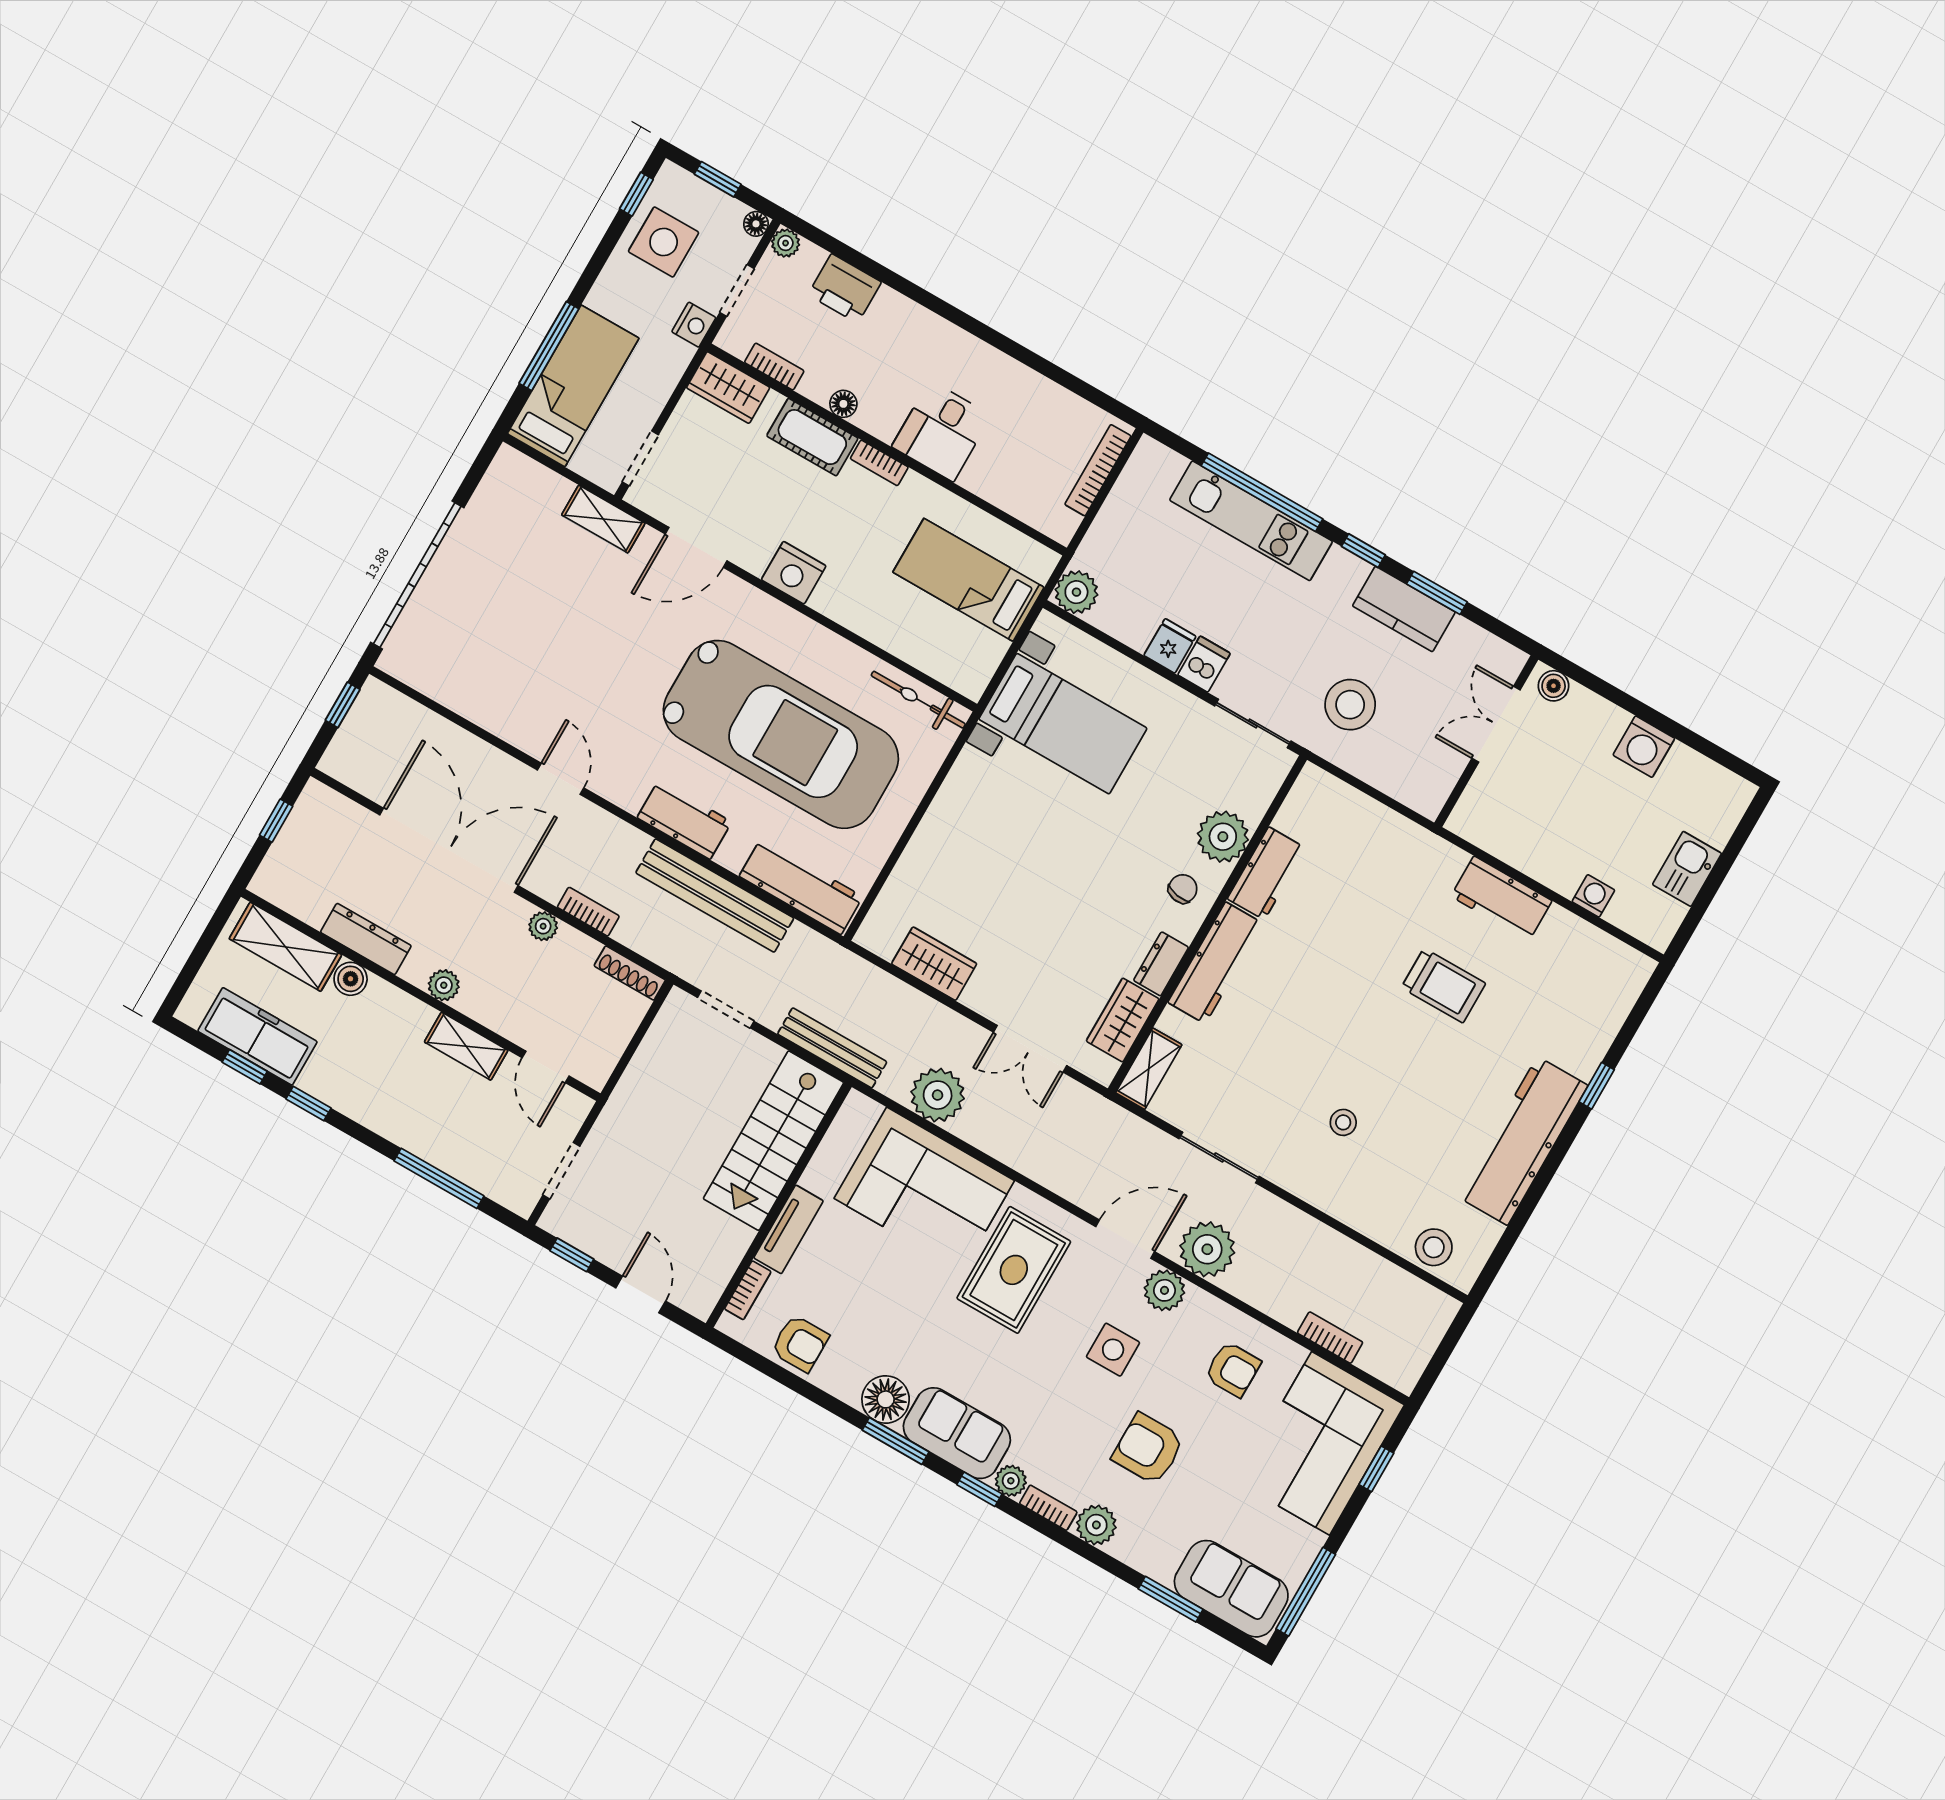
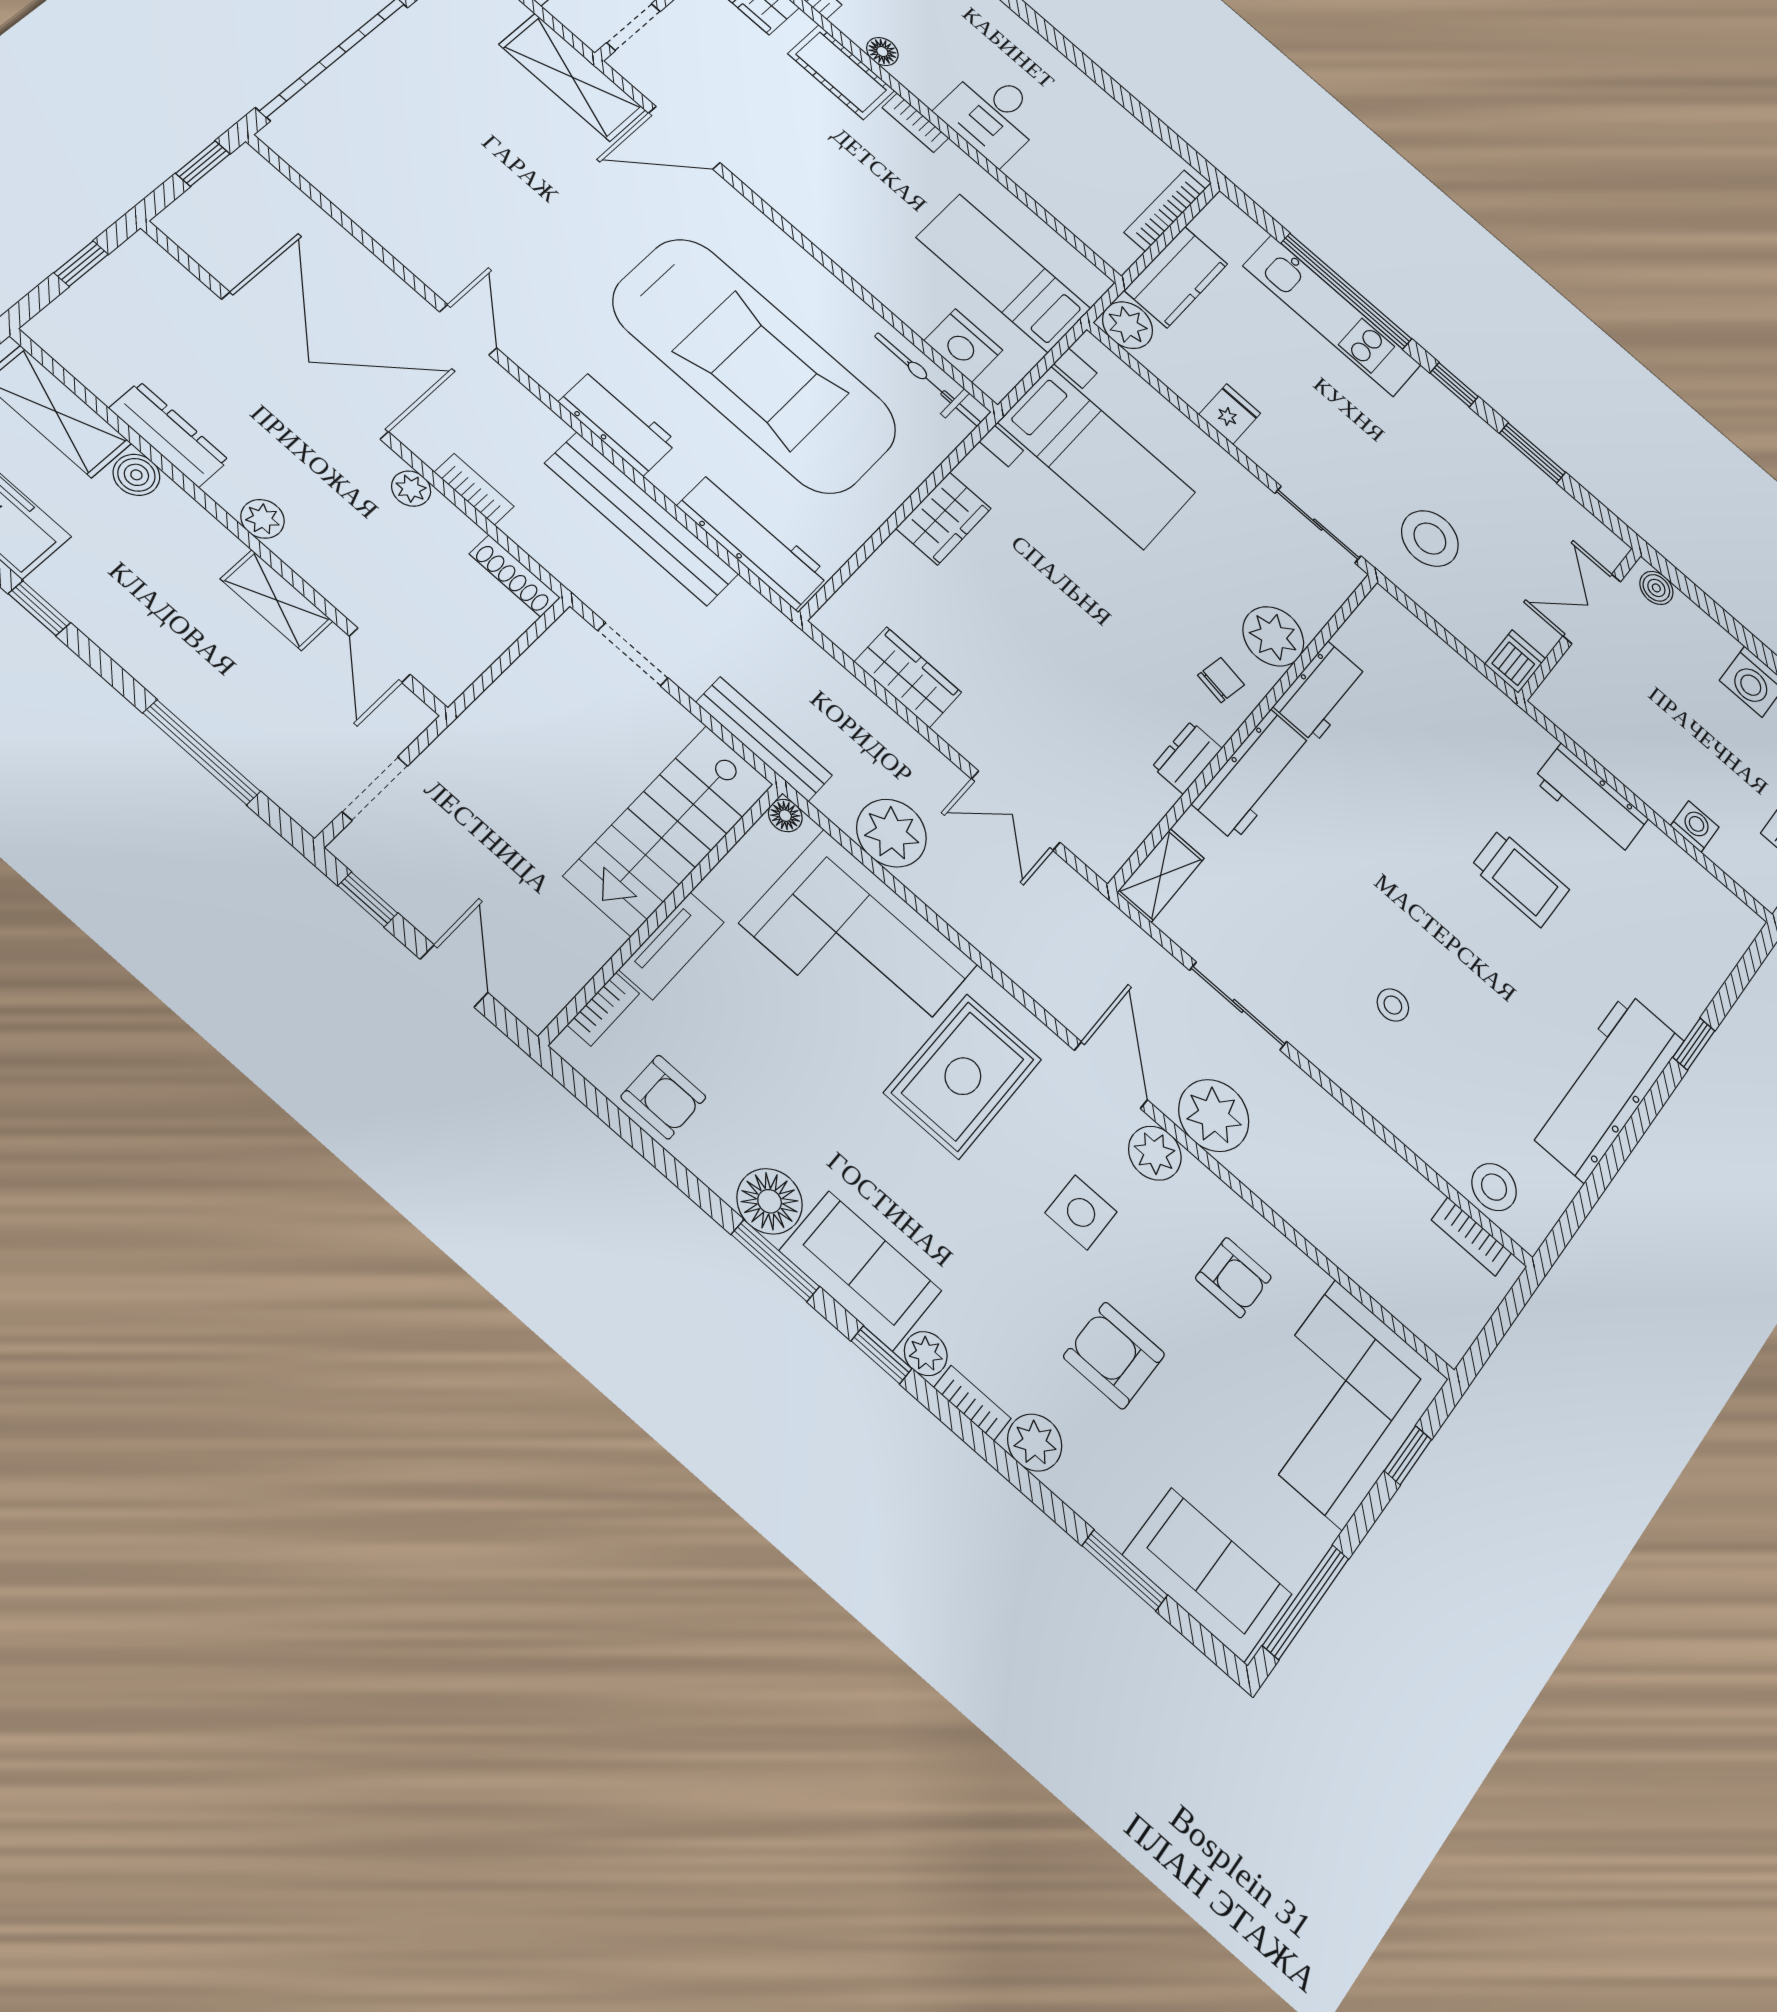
shelving: (603, 519) -> (572, 77), width x1.50, depth x1.33
nightstand: (794, 573) -> (963, 346), moved
kitchen counter: (1404, 609) -> (1176, 277), moved, turned -90
dishwasher: (1204, 664) -> (1515, 661), moved
wardrobe: (1123, 1020) -> (944, 518), moved, turned 180
floor lamp: (857, 1104) -> (785, 816), added
door: (1125, 1239) -> (1111, 1075), hinge flipped
bookcase: (1330, 1338) -> (1472, 1236), moved, turned 180

